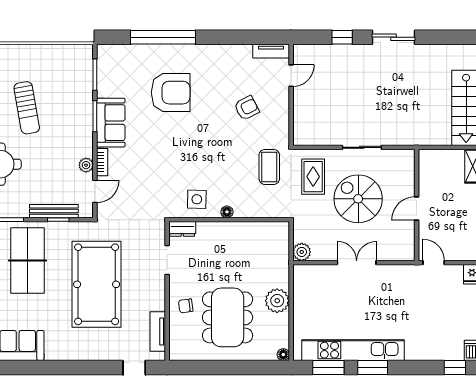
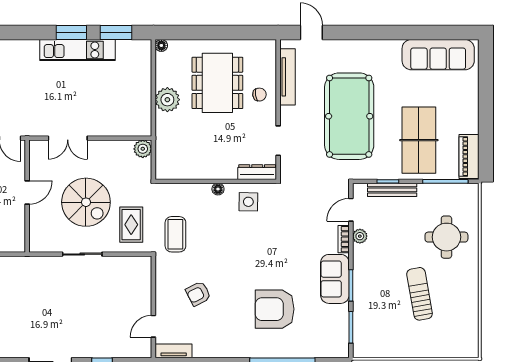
dresser: (182, 229) -> (257, 172), width x1.44
double door: (357, 263) -> (68, 138), moved
tv unit: (158, 331) -> (288, 77), width x1.41
kitchen unit: (353, 350) -> (77, 50), width x0.73

